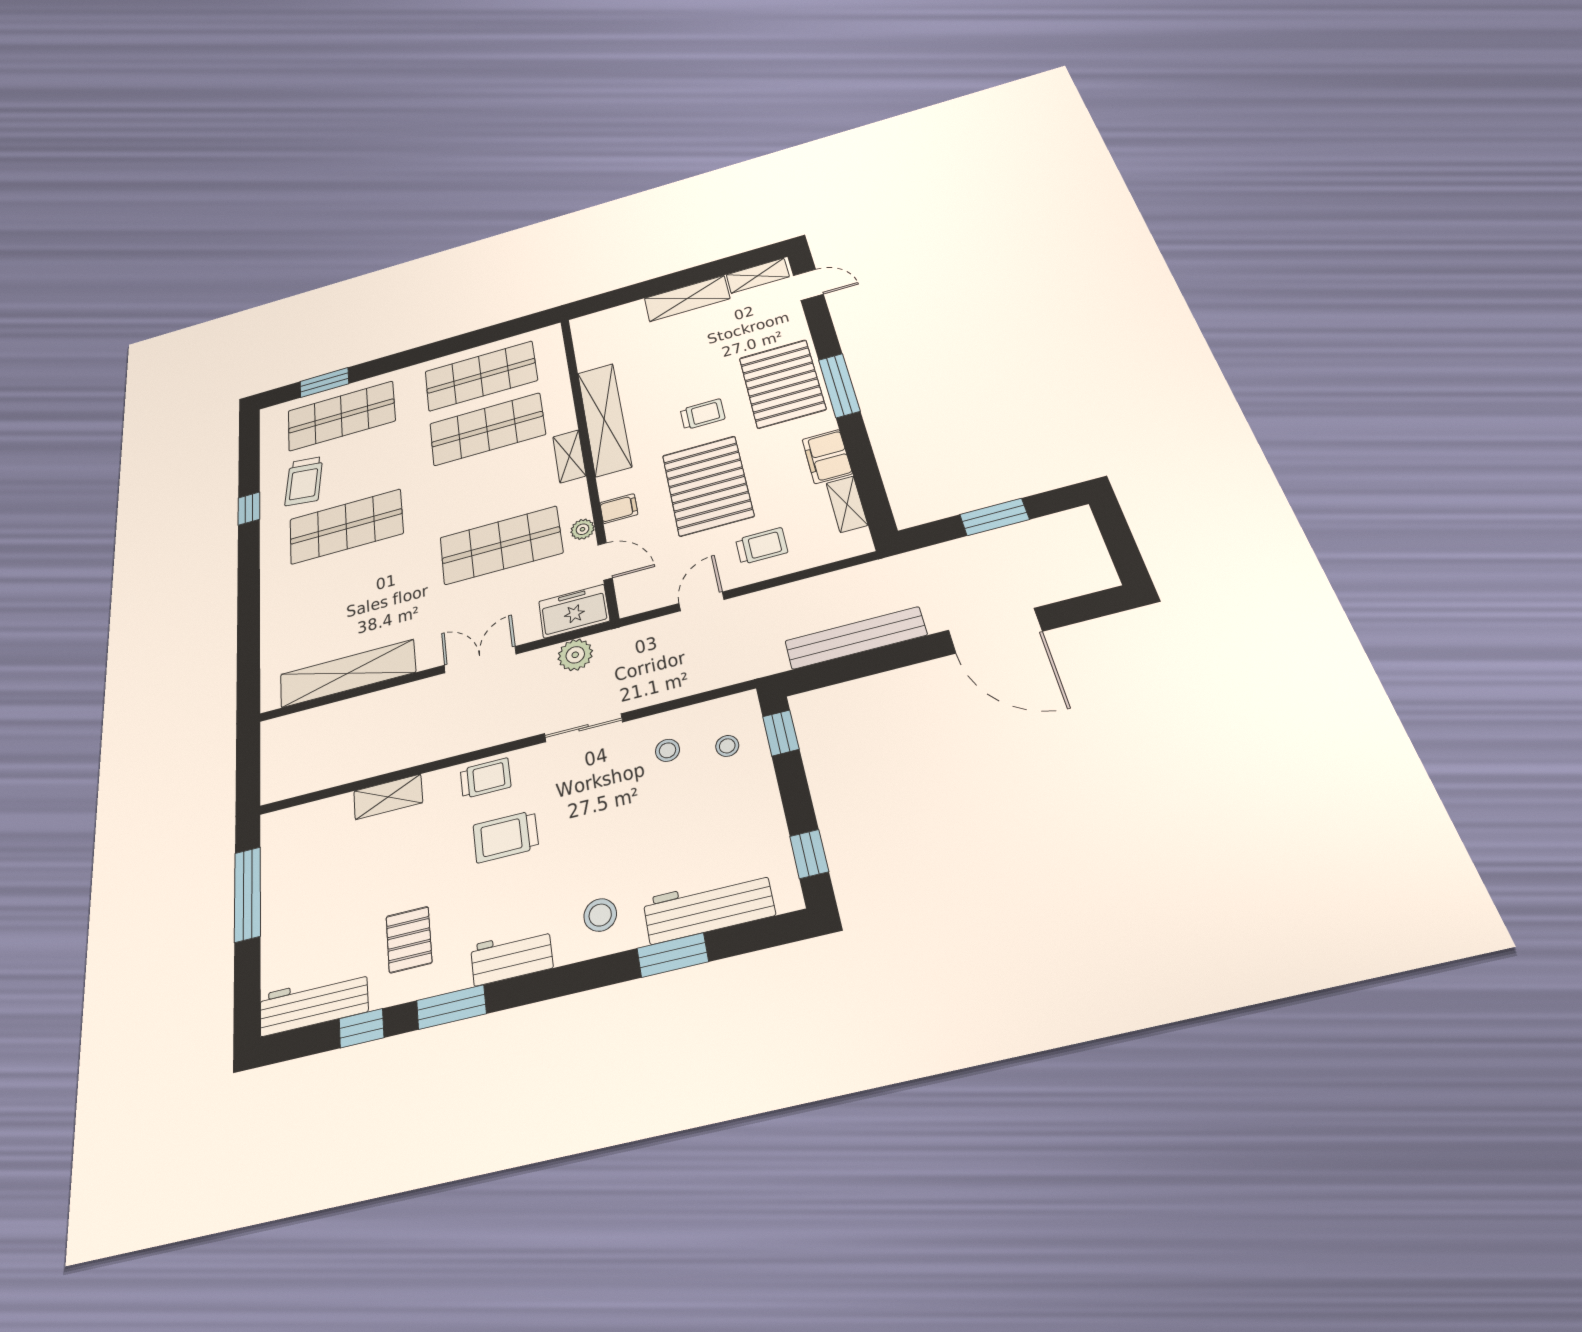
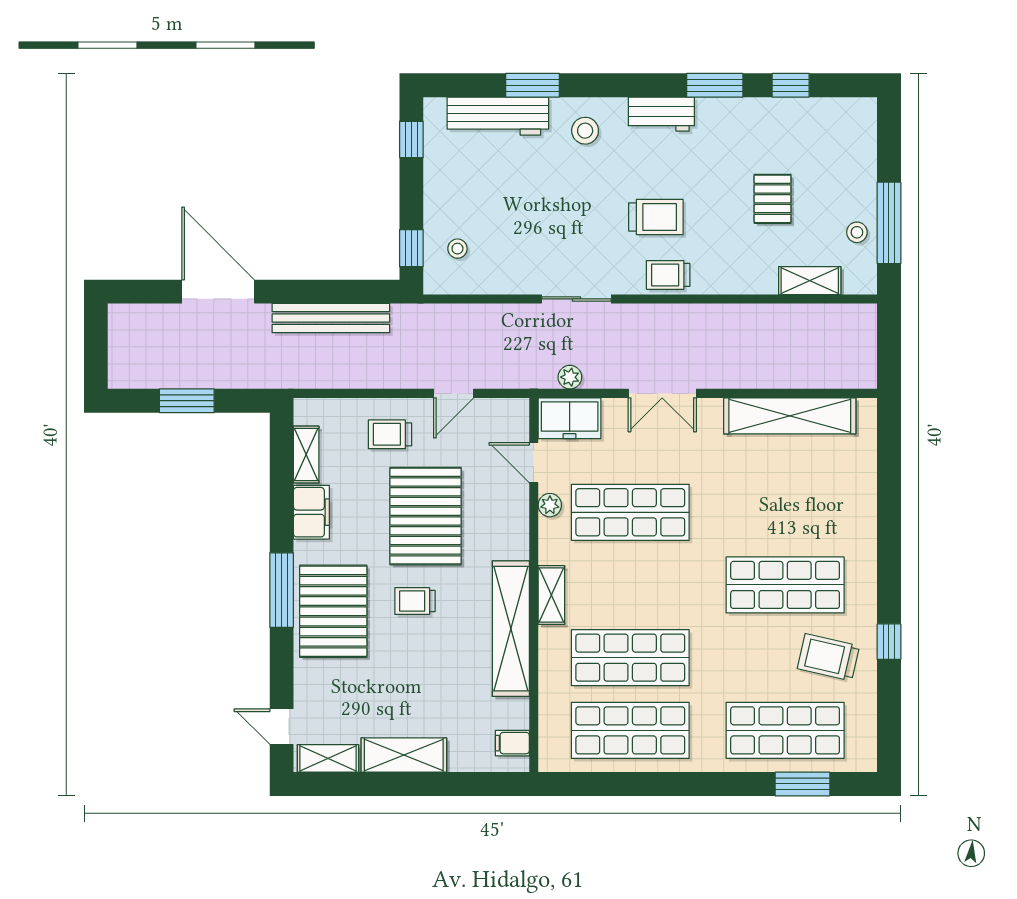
trolley: (304, 481) -> (828, 657), turned -84
filing cabinet: (619, 509) -> (512, 743), moved
plant: (575, 655) -> (570, 377), width x0.73, depth x0.73
stool: (667, 750) -> (857, 232), moved
shelving: (388, 797) -> (810, 281), moved
pallet: (409, 940) -> (773, 199), moved
workbench: (314, 1003) -> (831, 115), removed

